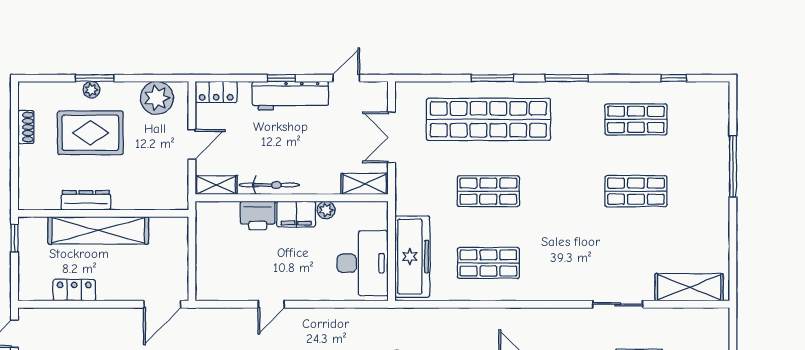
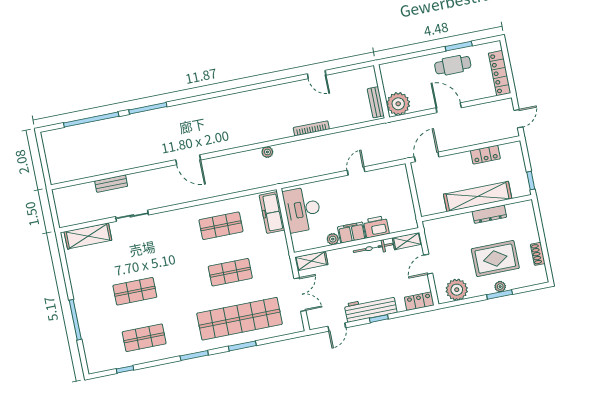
freezer: (412, 257) -> (272, 213), width x0.73, depth x0.79

